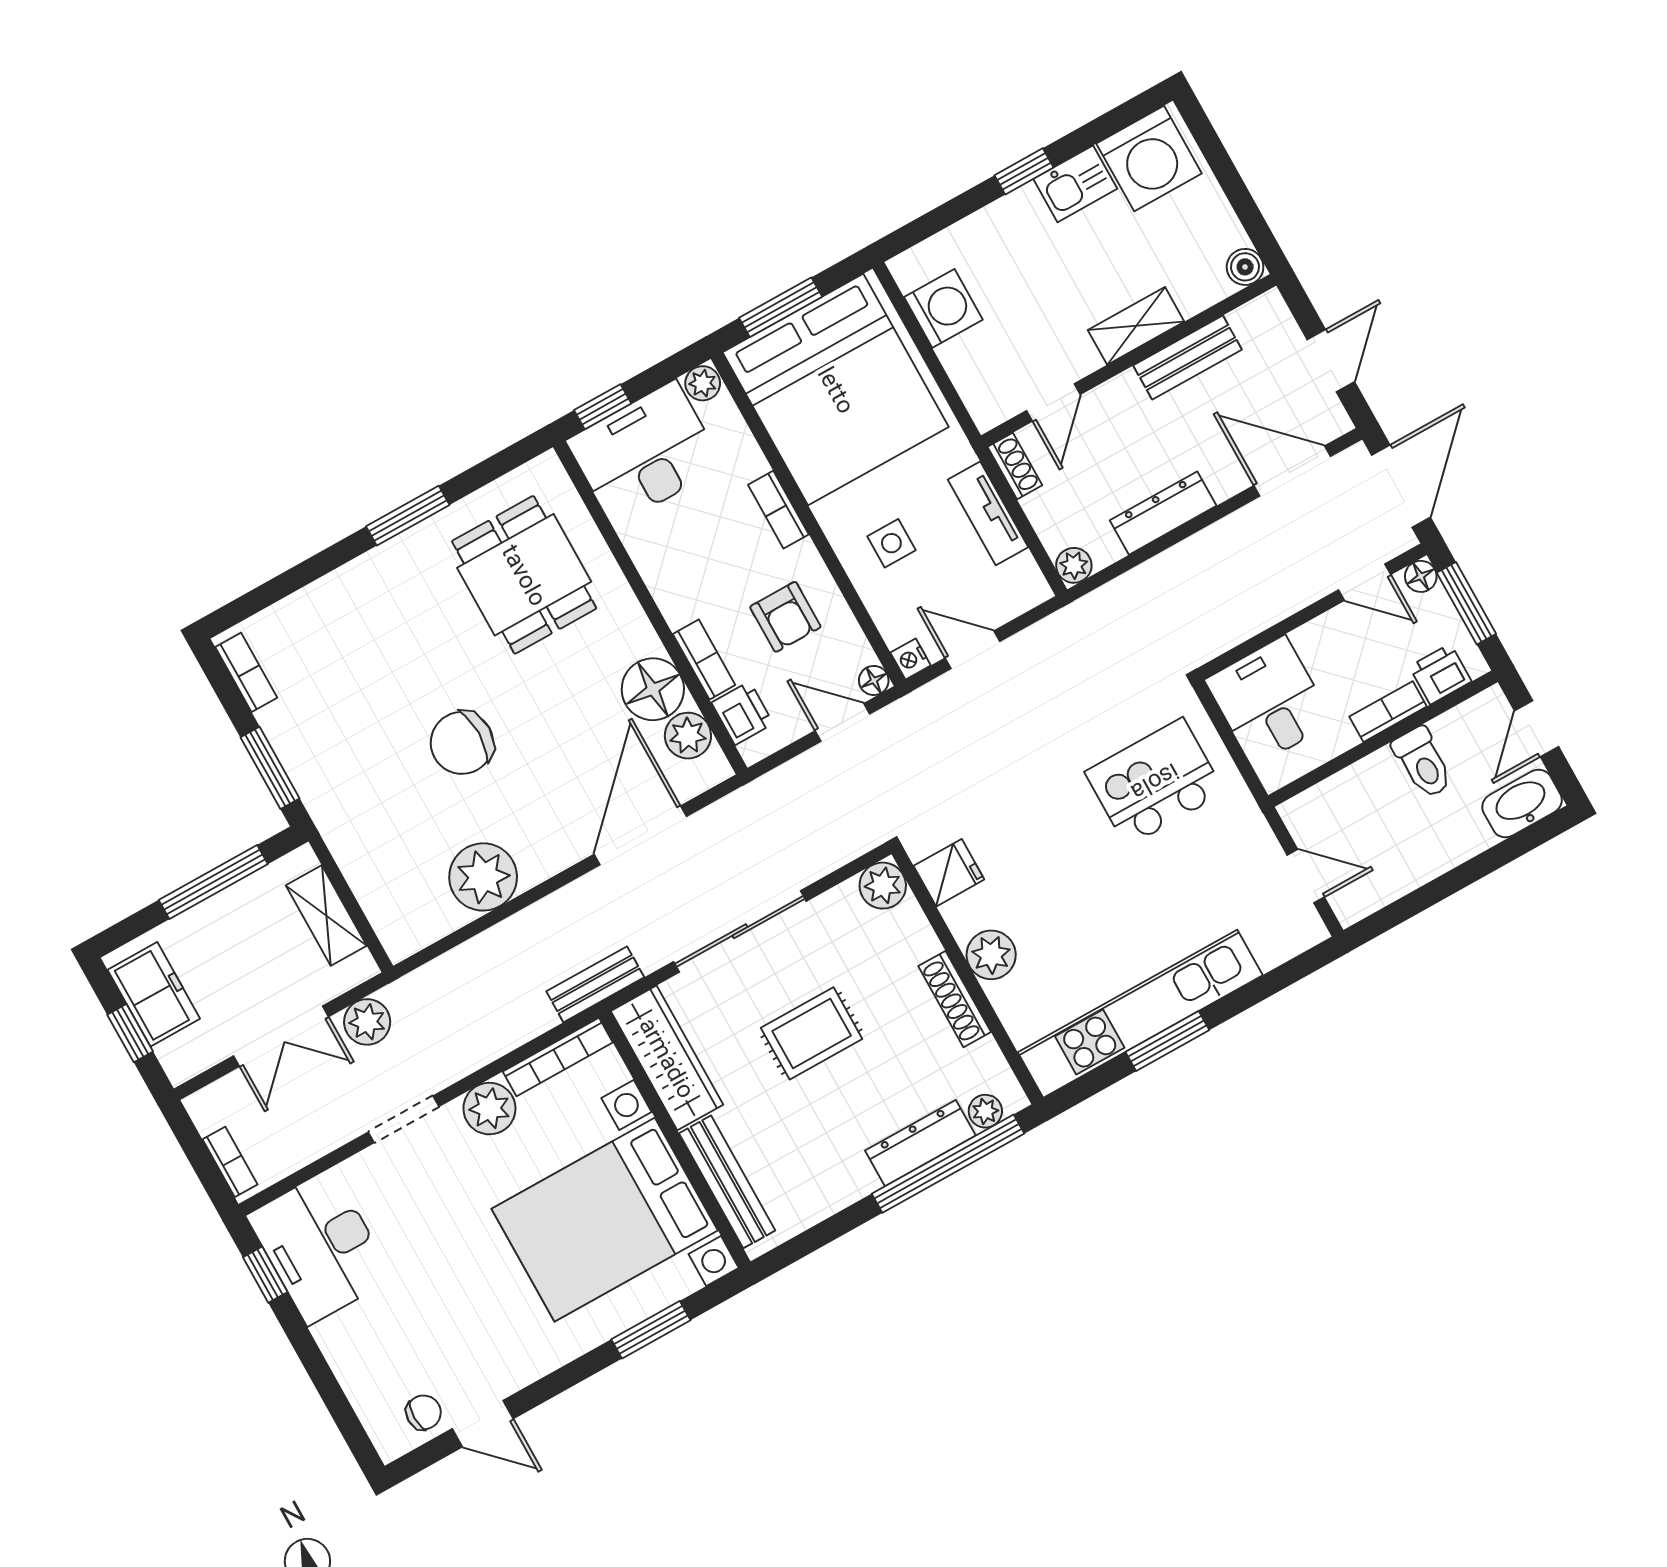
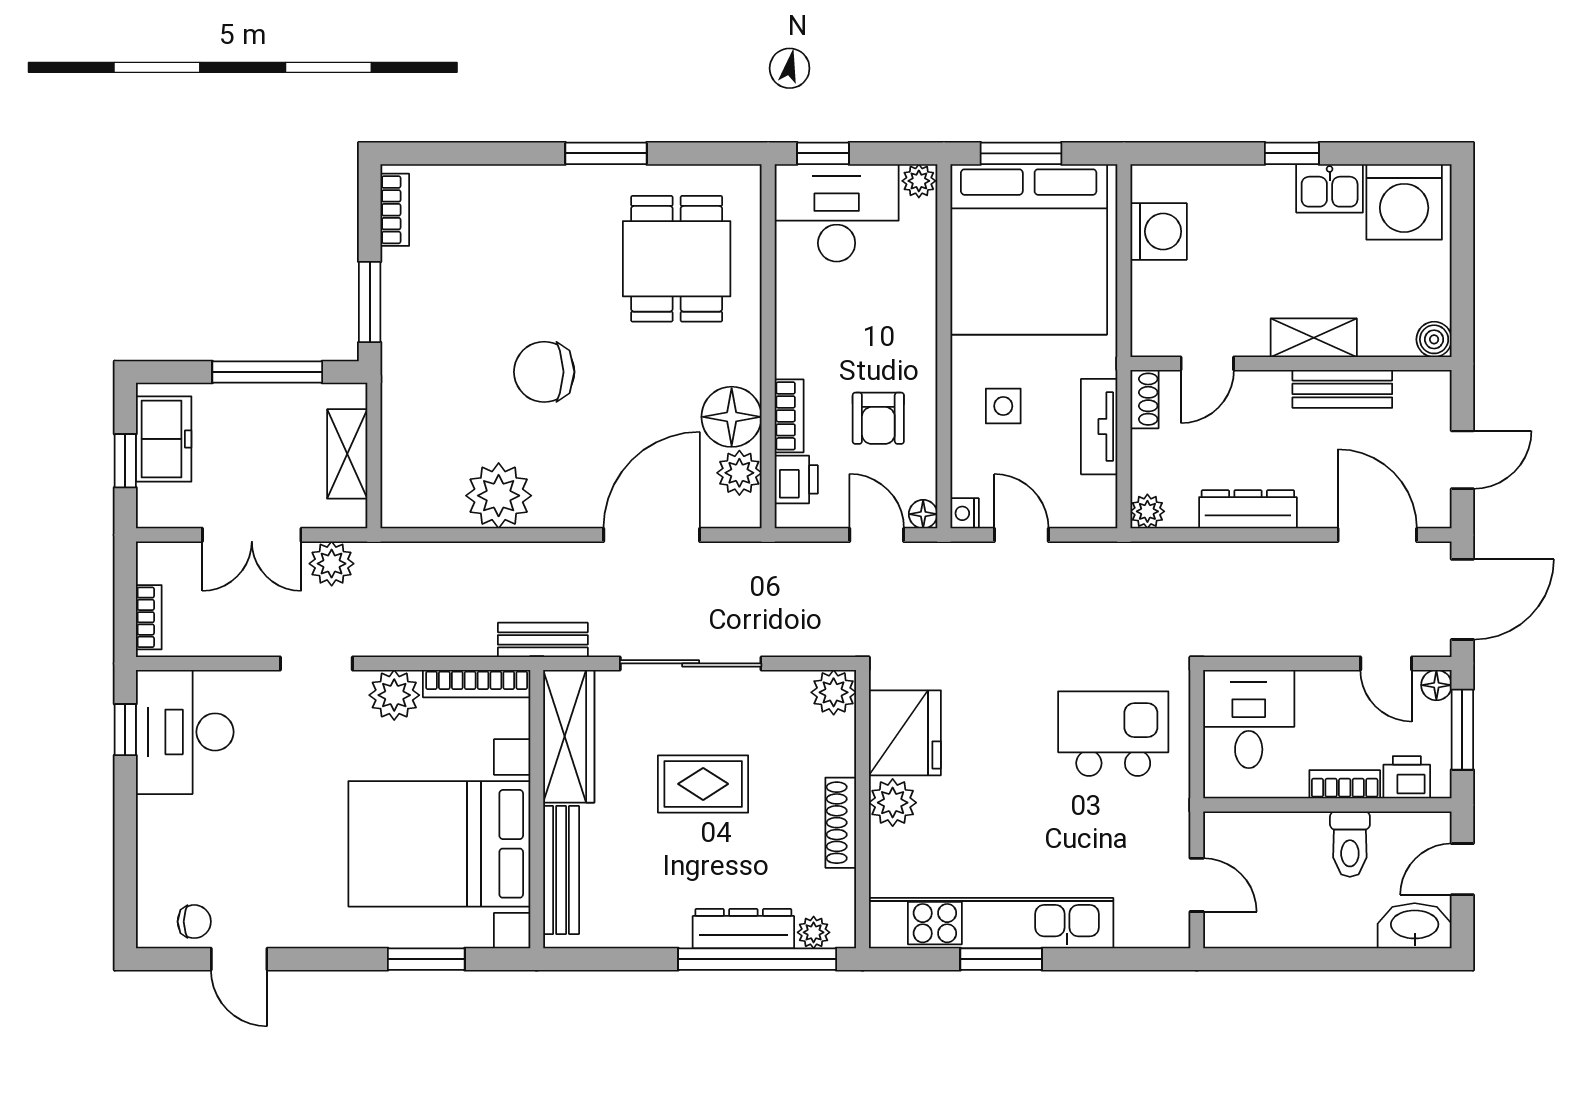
bookcase: (778, 510) -> (923, 324), removed
fridge: (949, 873) -> (905, 733), width x1.88, depth x1.34

